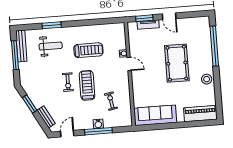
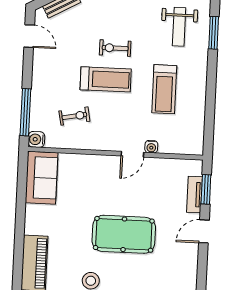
sofa: (155, 115) -> (42, 178), width x0.73
water cooler: (98, 124) -> (36, 139), moved
window: (98, 131) -> (25, 112), moved

